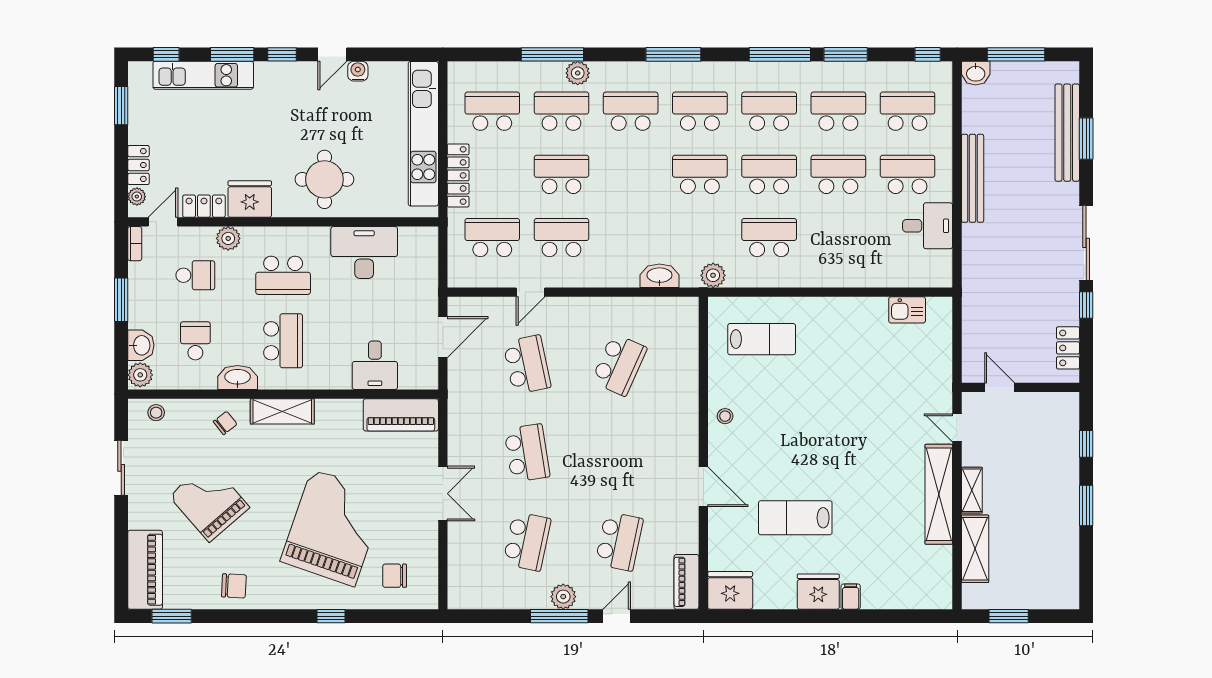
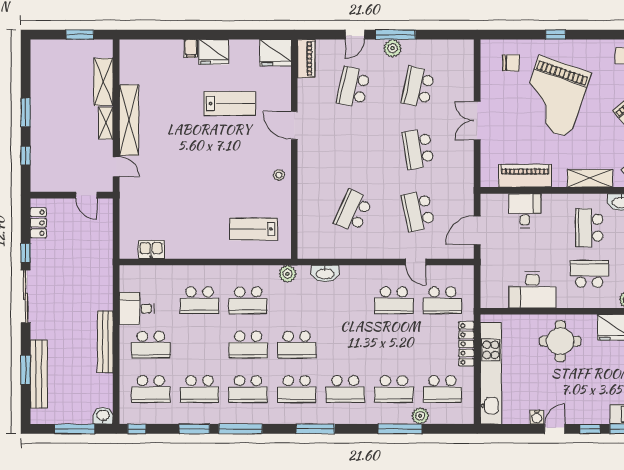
plant: (578, 73) -> (420, 416), moved
school desk: (561, 174) -> (394, 345), removed
school desk: (838, 174) -> (199, 300), moved
door: (530, 292) -> (416, 262), swing flipped
piano: (401, 415) -> (525, 176), moved

